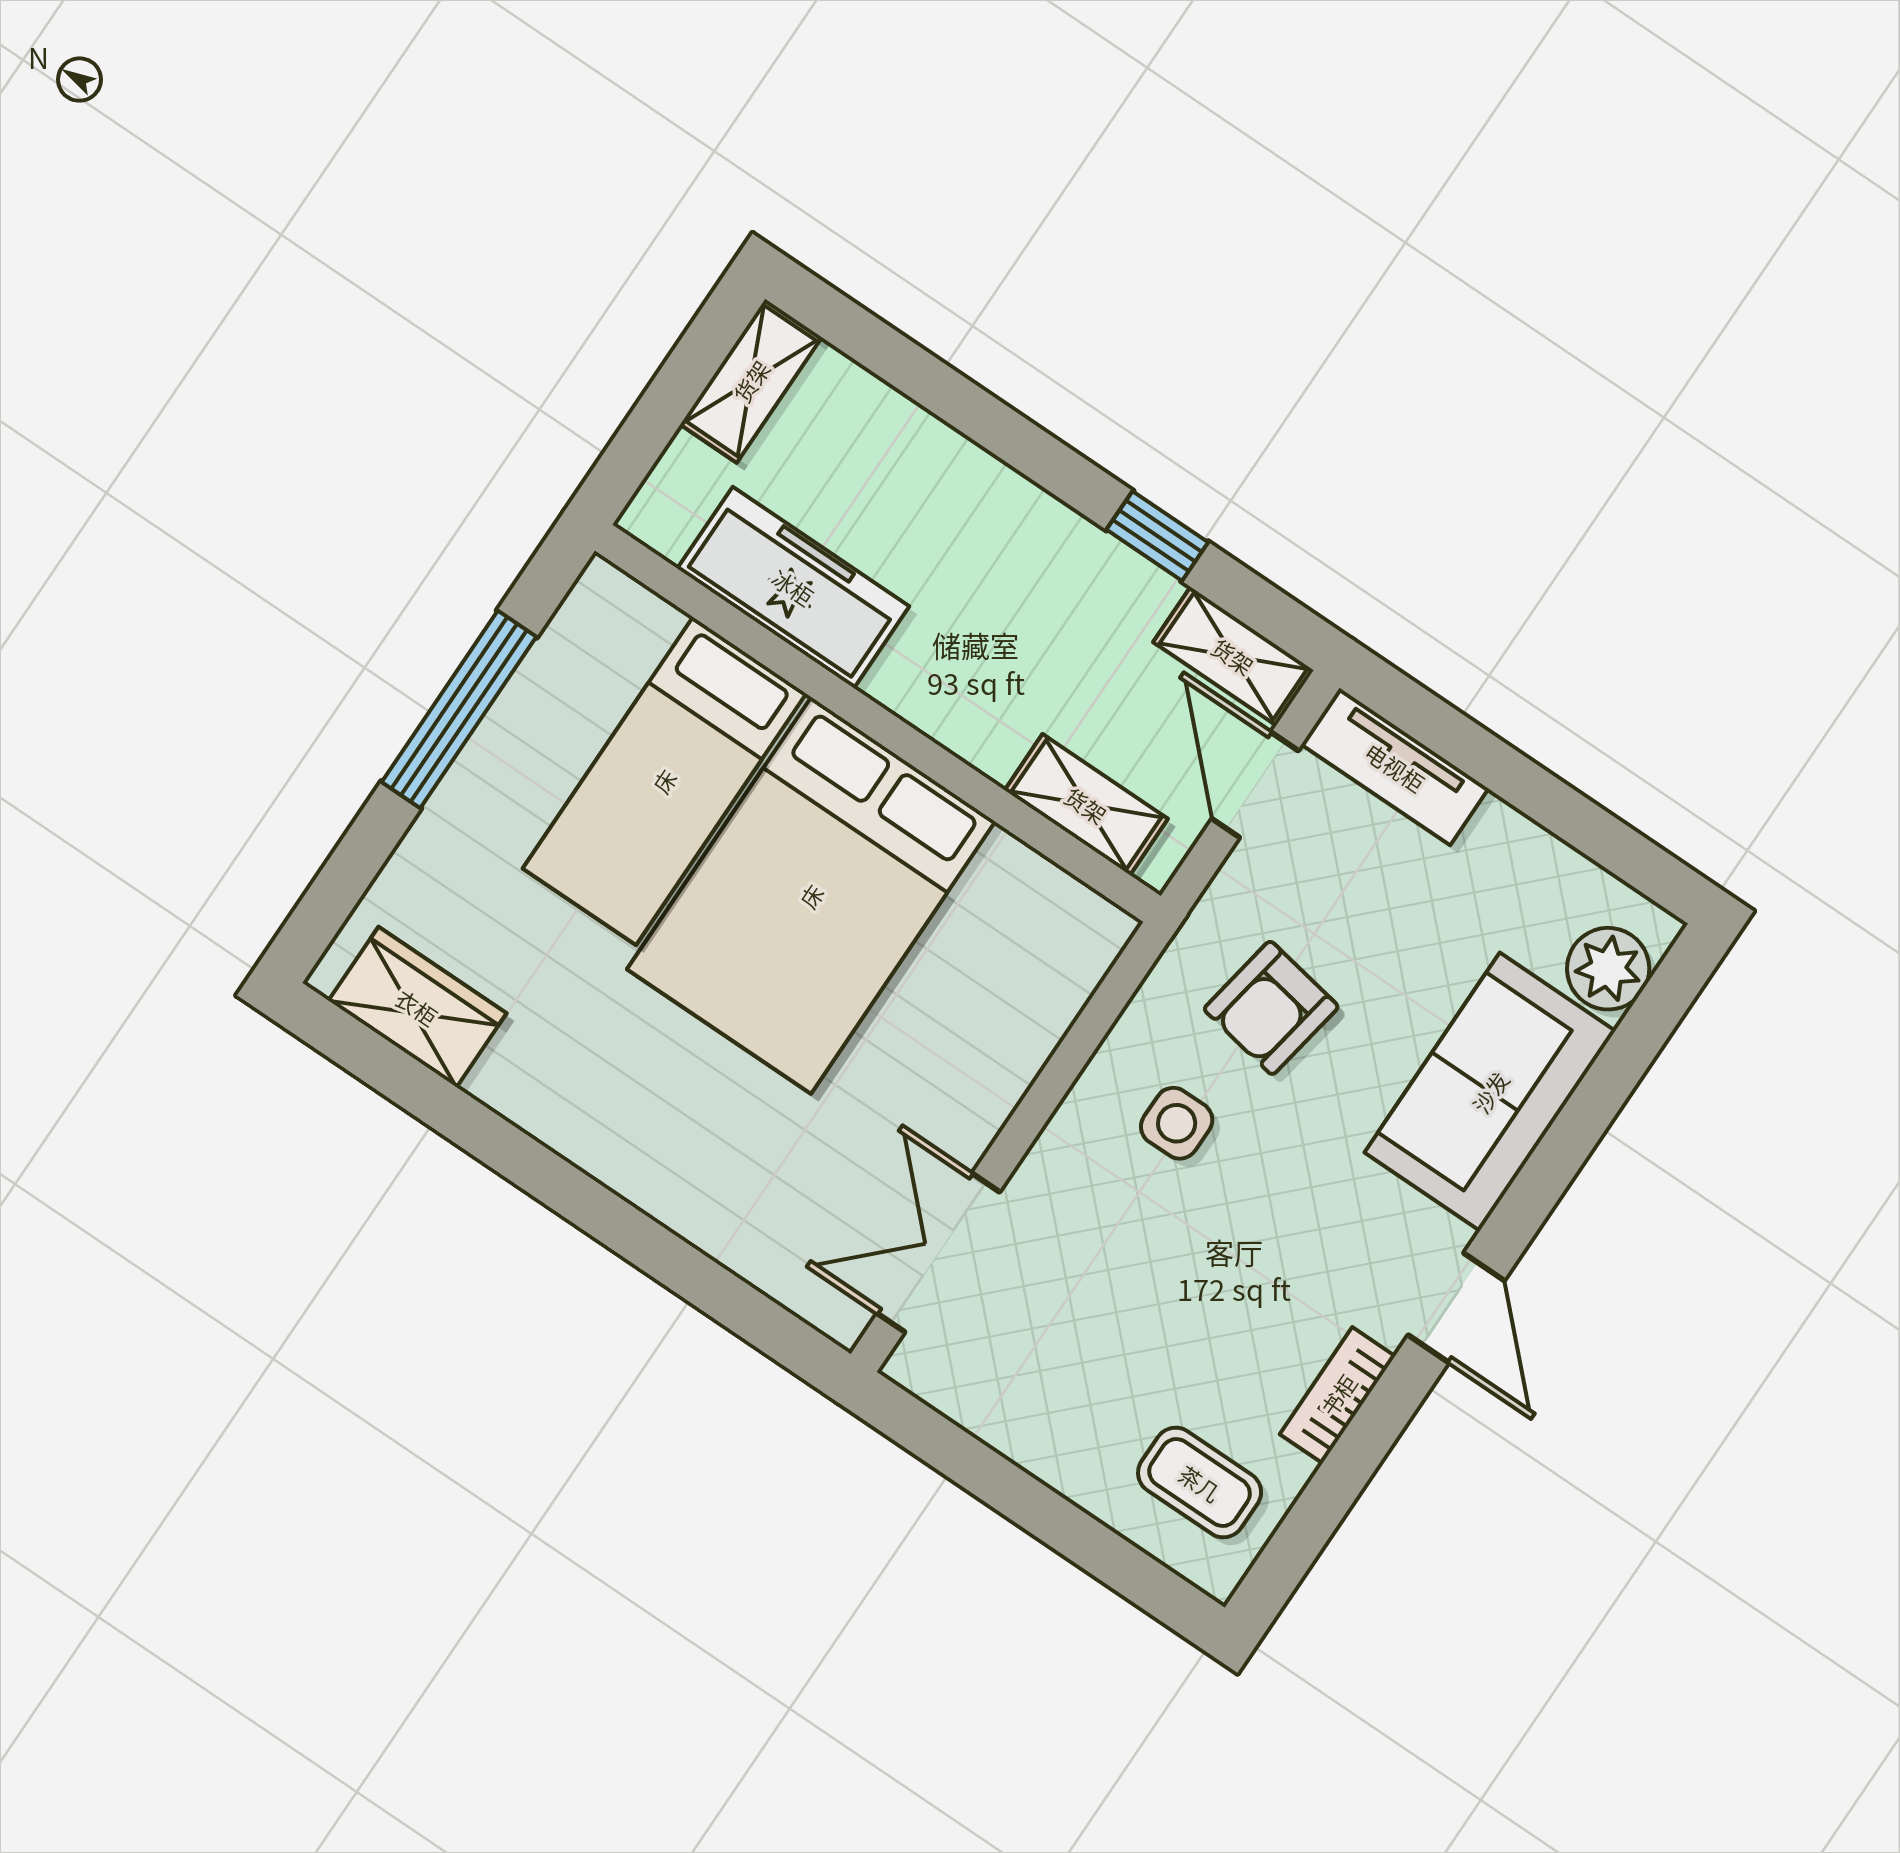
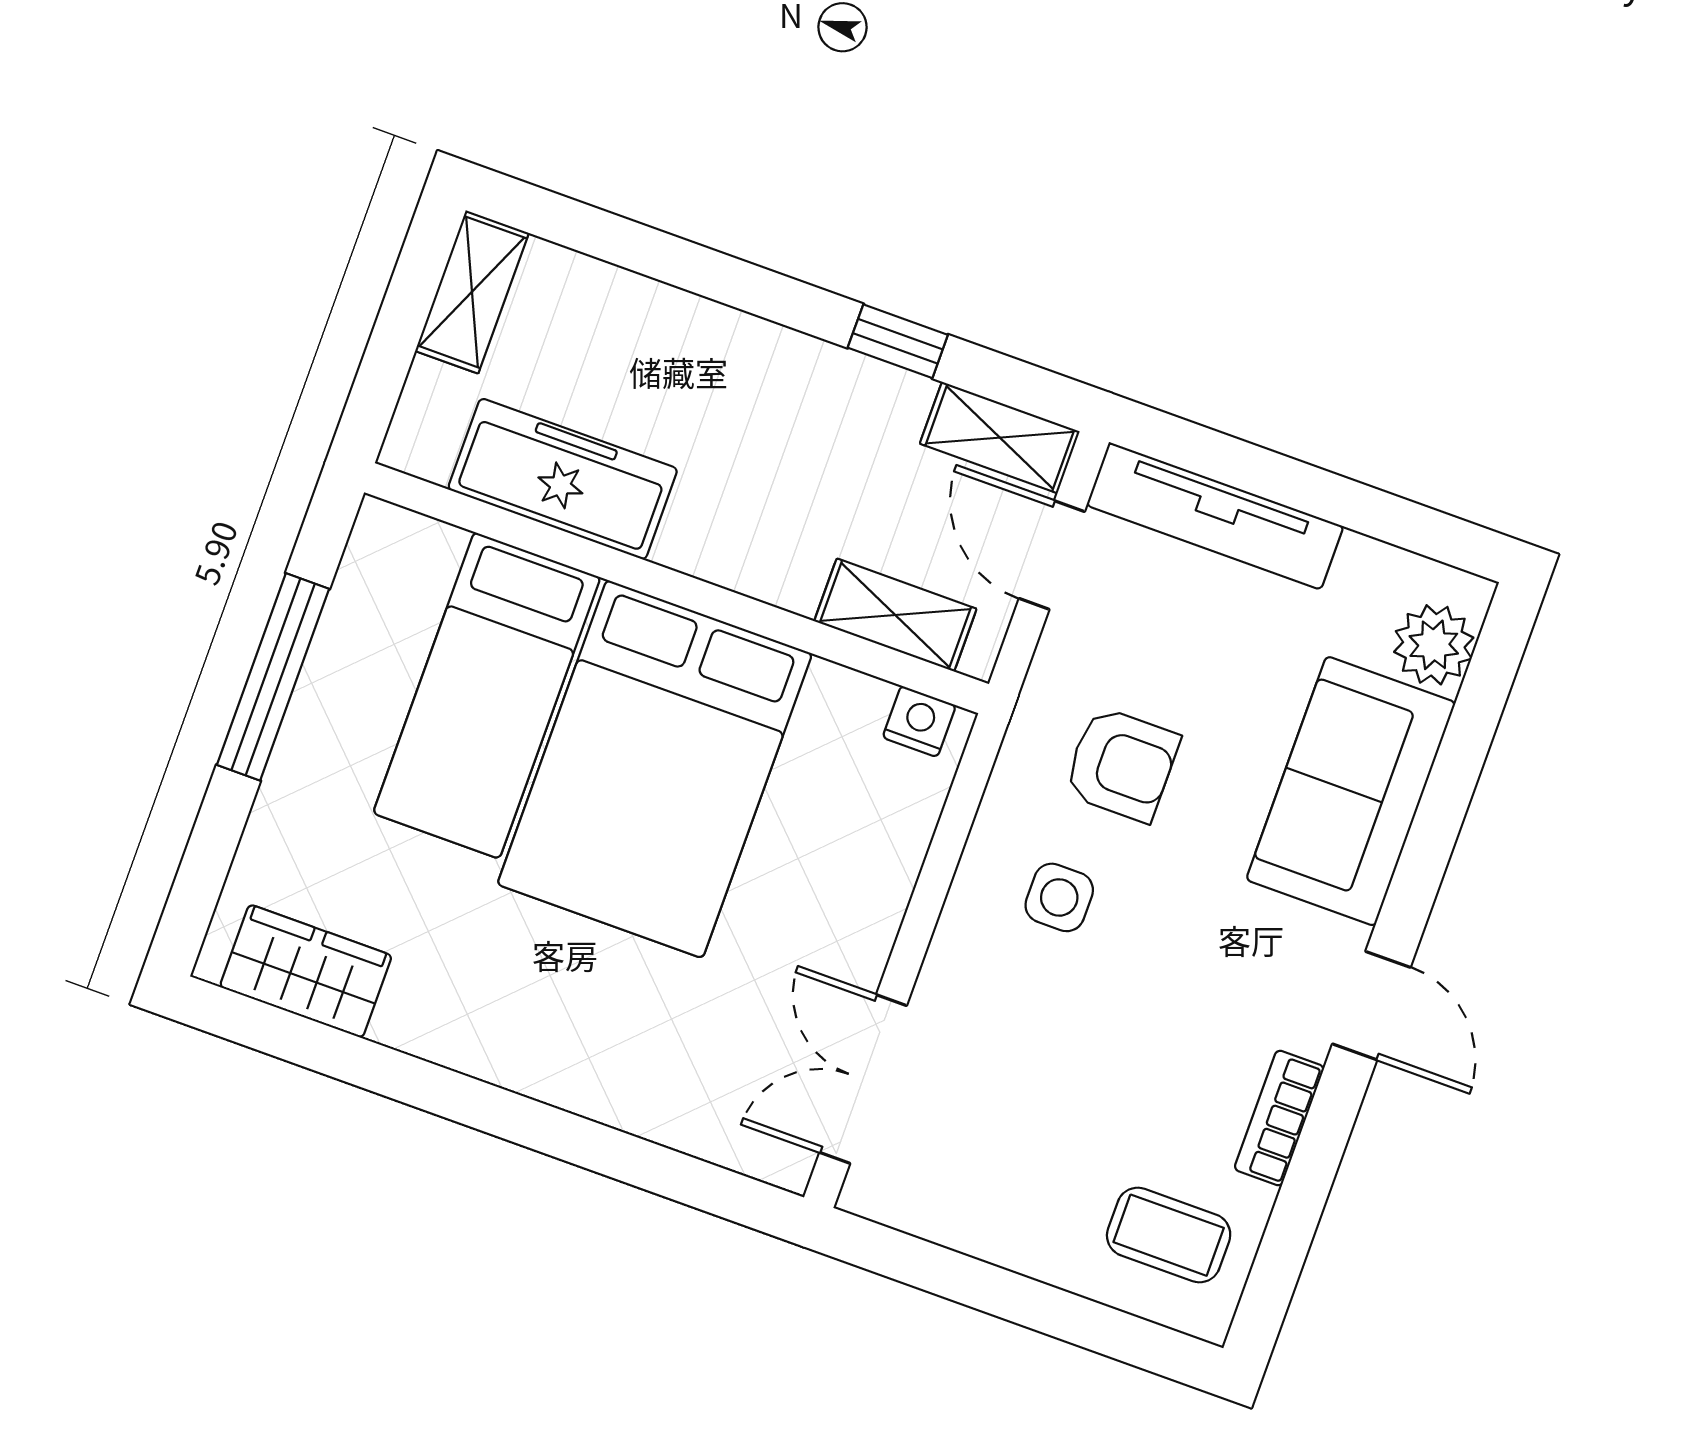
tv unit: (1395, 767) -> (1215, 516), width x1.41
nightstand: (1083, 915) -> (919, 721), added
armchair: (1271, 1008) -> (1122, 764), turned -100

